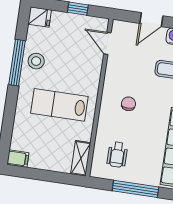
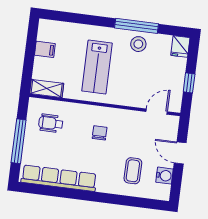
chair: (128, 104) -> (100, 133), turned -90
lab bench: (59, 105) -> (97, 67), turned 180
filing cabinet: (18, 159) -> (45, 49), moved, turned -90

